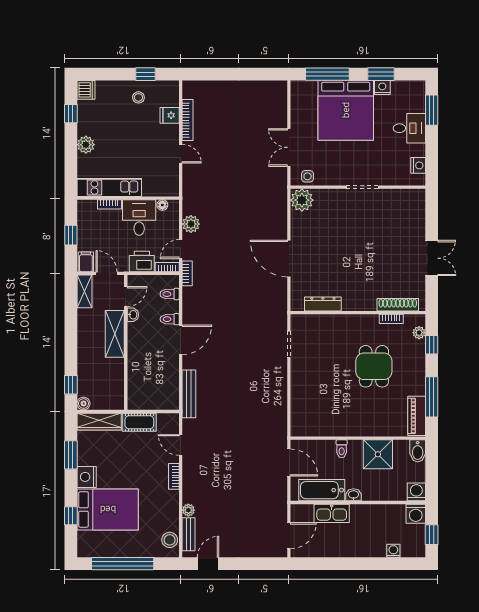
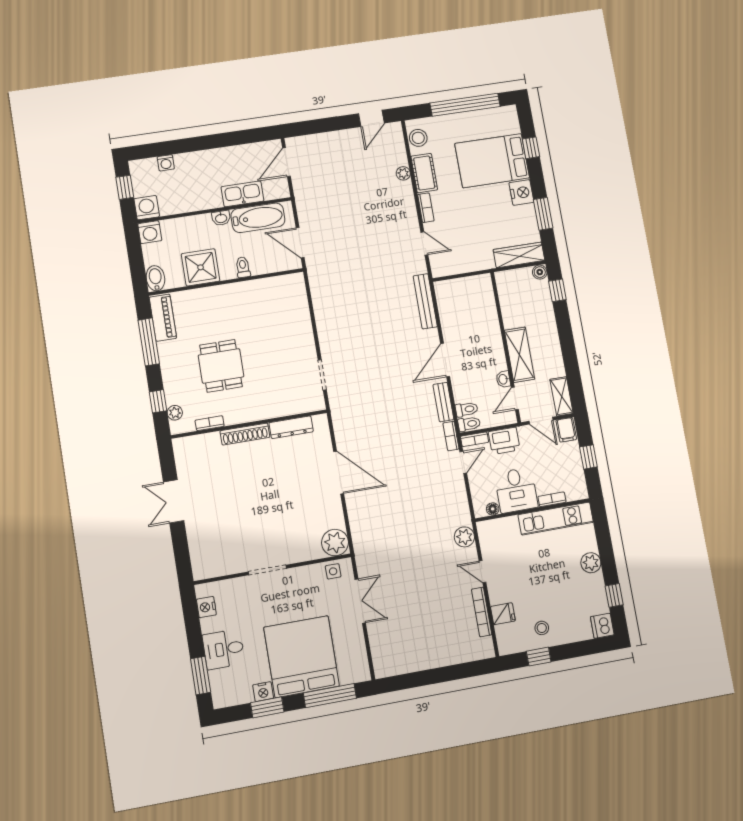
plant: (191, 224) -> (464, 537), moved
shoe rack: (398, 305) -> (245, 434), moved
toilet: (170, 319) -> (469, 424), moved
cot: (139, 422) -> (424, 173), moved, turned 90
bench: (189, 534) -> (443, 402), moved

